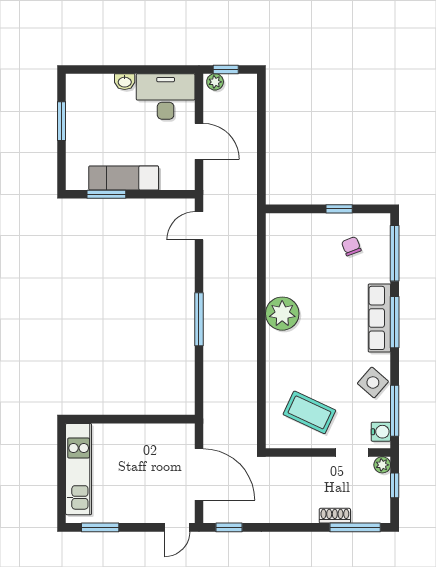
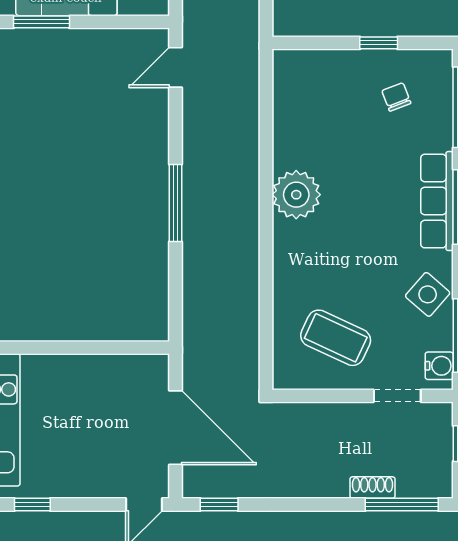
plant: (382, 465) -> (441, 414), removed
window: (100, 527) -> (32, 504), width x0.67

